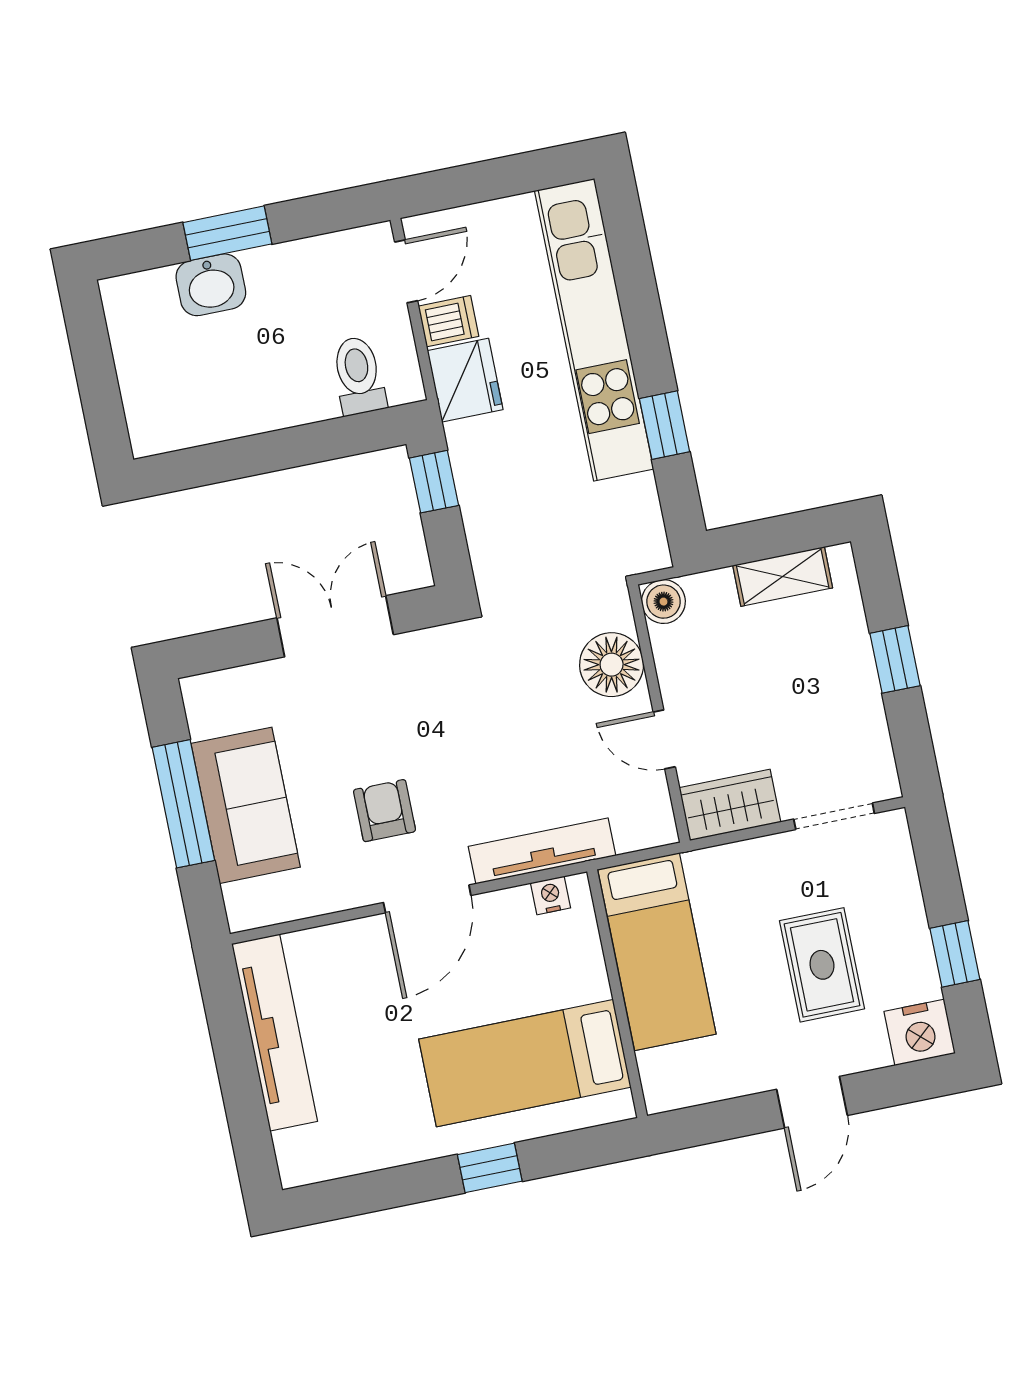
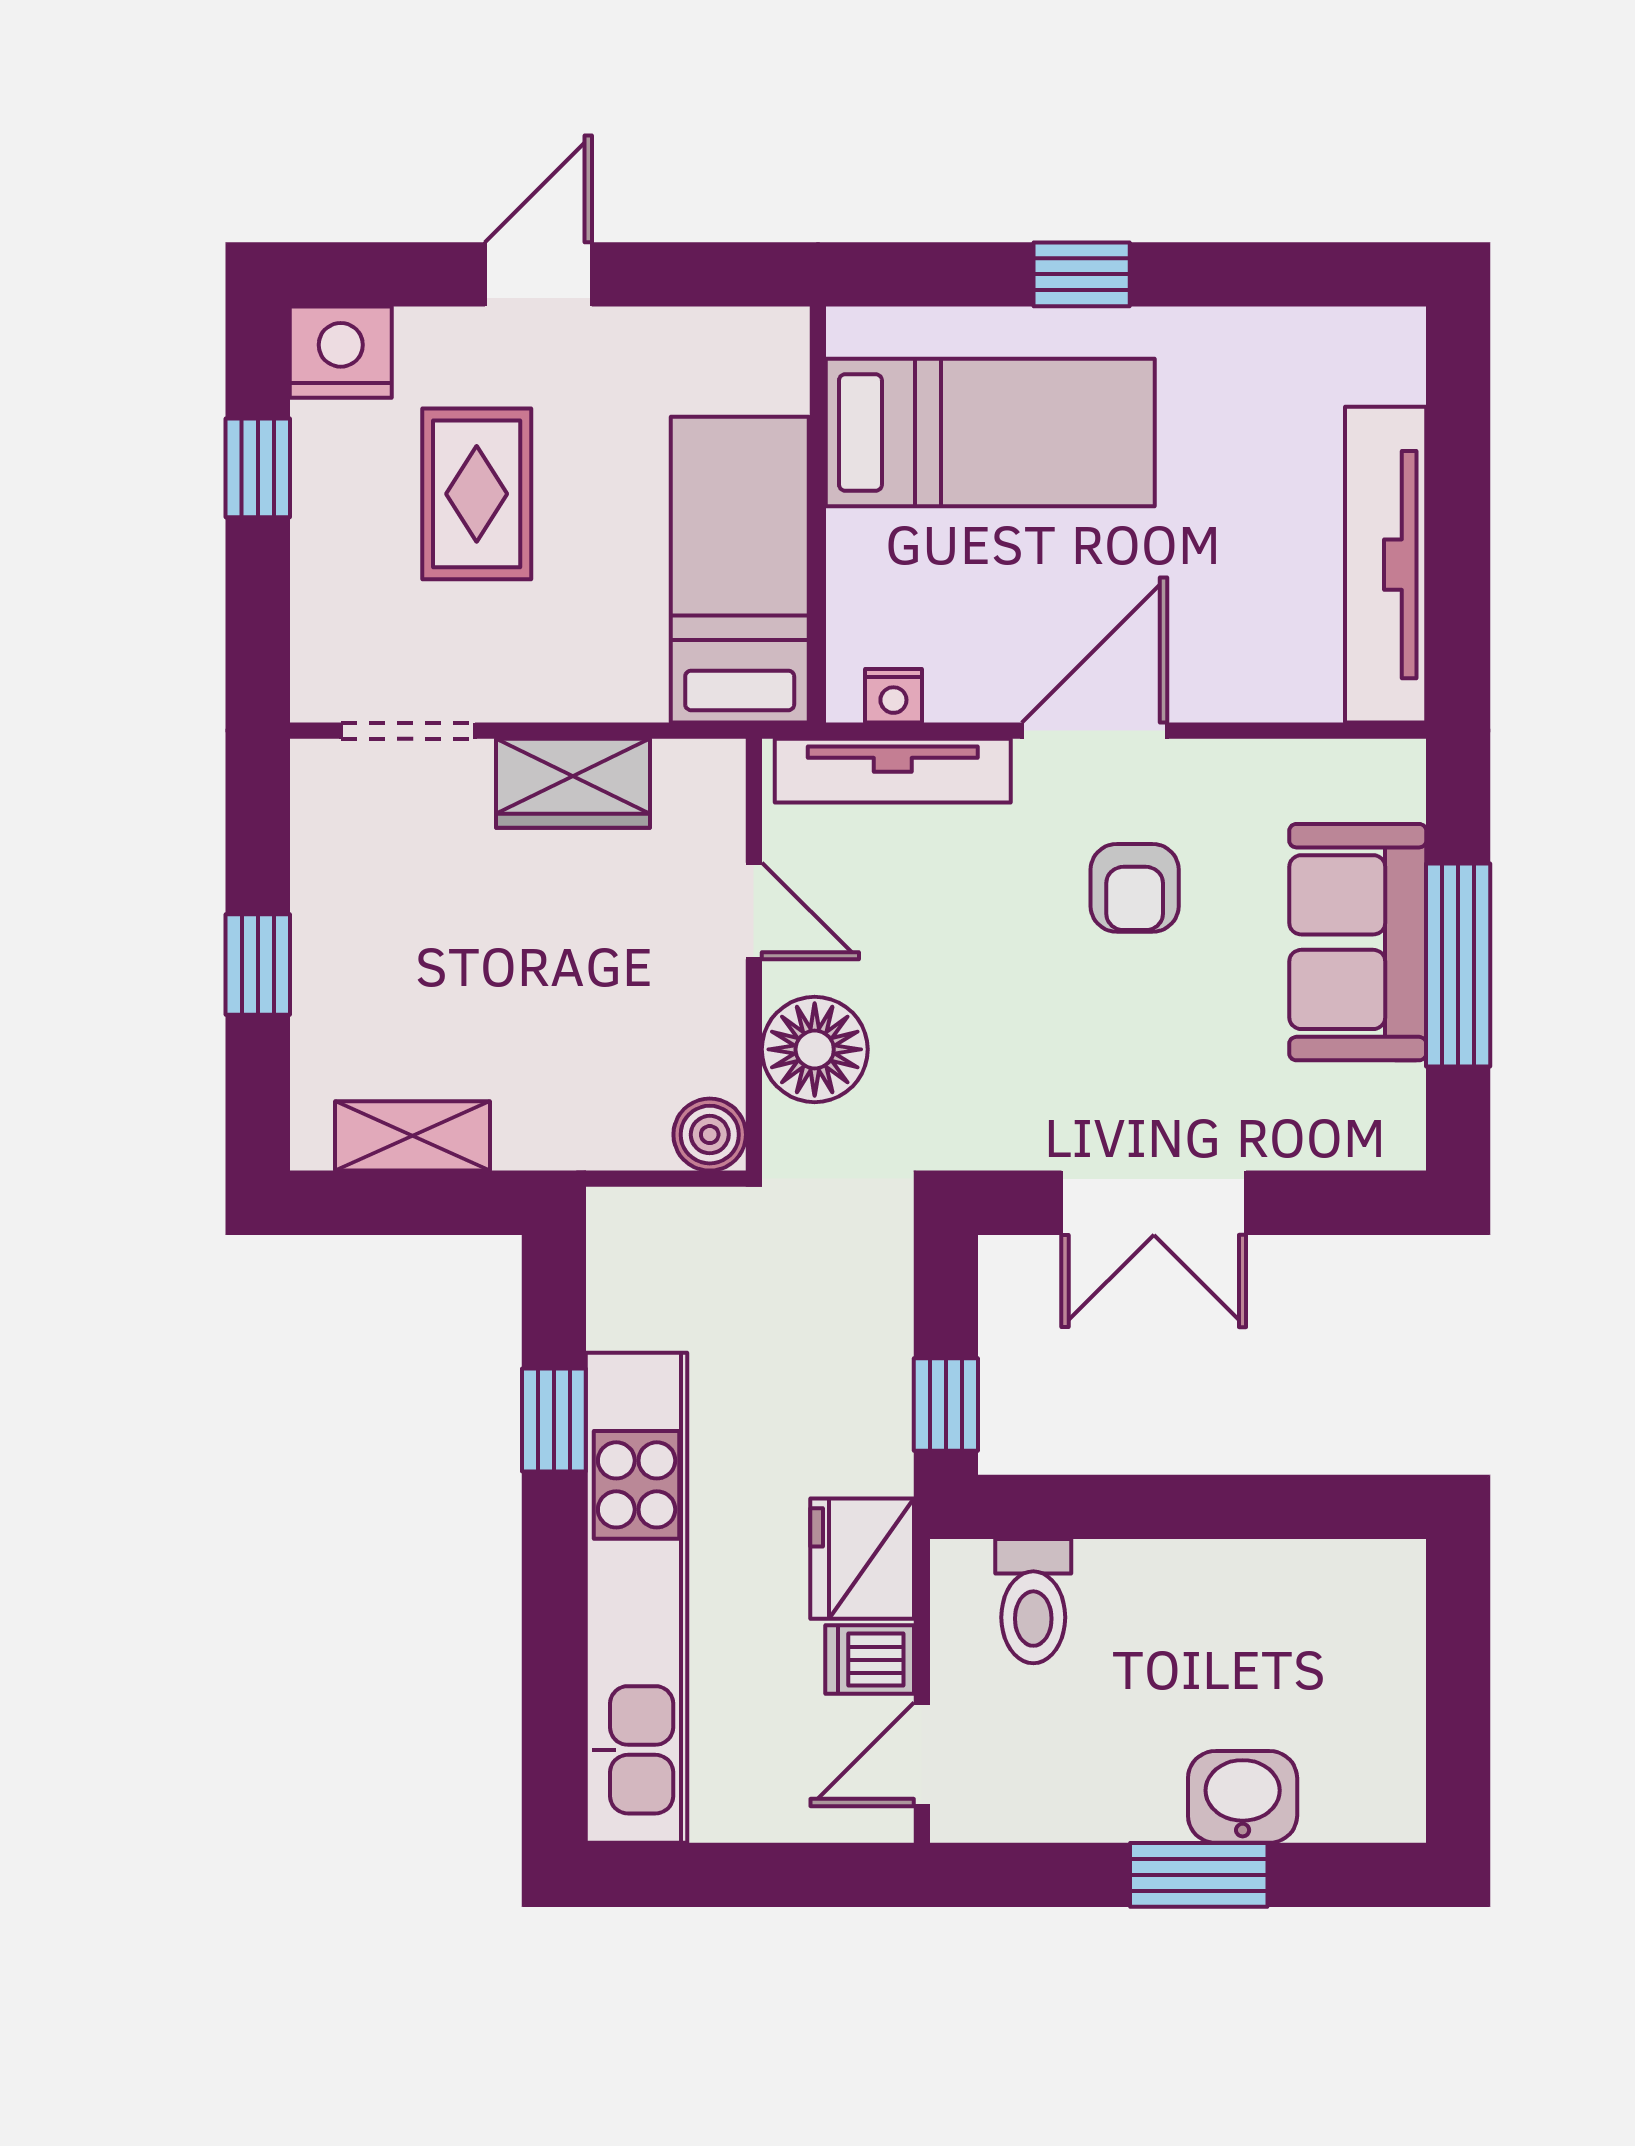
boiler: (663, 602) -> (710, 1135), moved
floor lamp: (612, 665) -> (815, 1049), moved
wall: (659, 714) -> (754, 955), moved
door: (664, 739) -> (754, 911), moved

